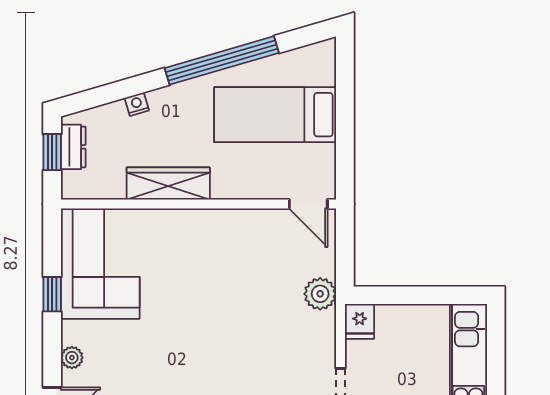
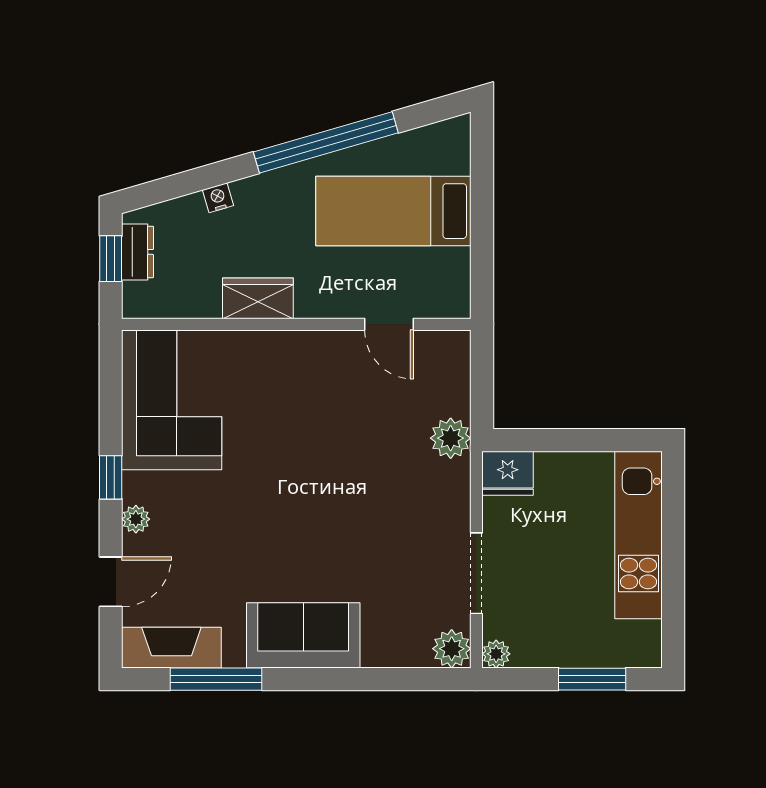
wardrobe: (168, 184) -> (258, 298), width x0.67
door: (308, 204) -> (389, 324), moved
window: (52, 294) -> (111, 477), moved
fridge: (360, 321) -> (508, 473), width x1.38

